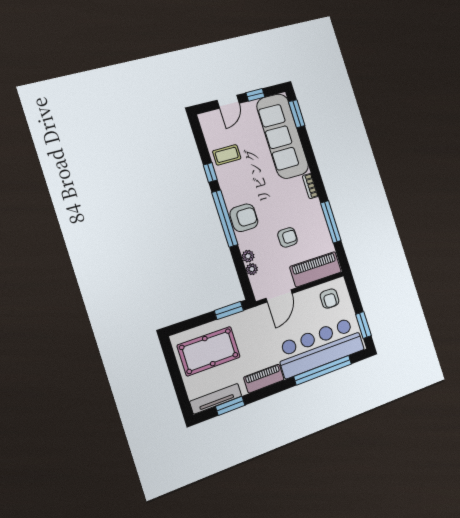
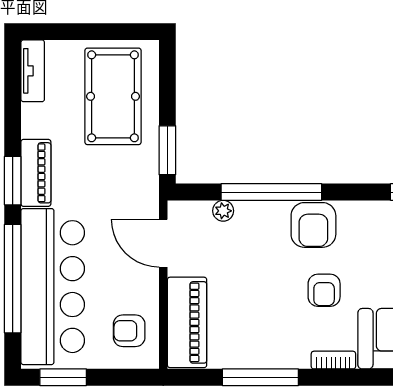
window: (225, 219) -> (271, 192), moved
armchair: (288, 237) -> (324, 290), moved
plant: (248, 256) -> (247, 211), removed
tv unit: (216, 399) -> (33, 71), width x0.71
window: (230, 406) -> (13, 181), moved

